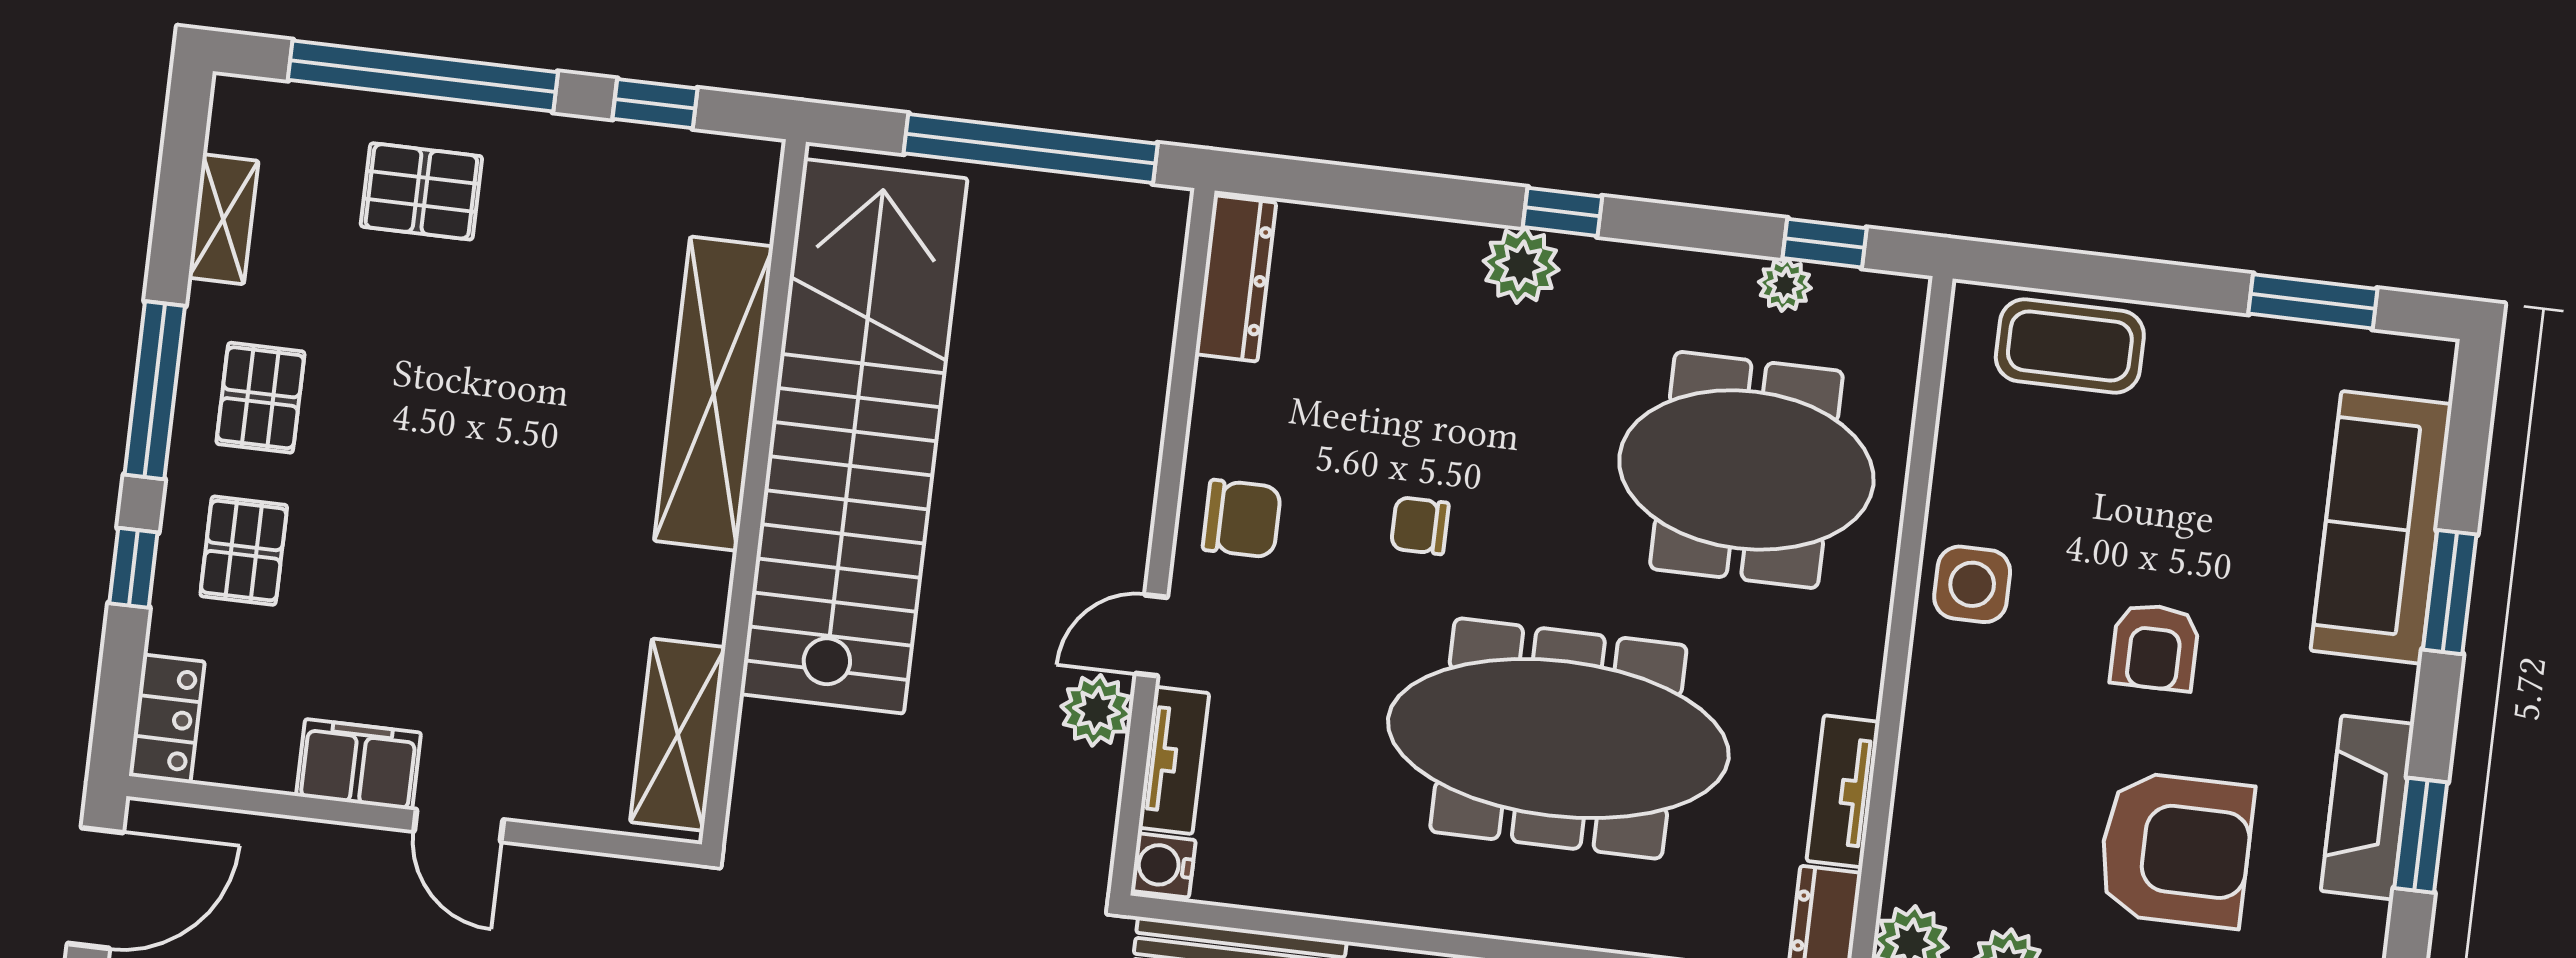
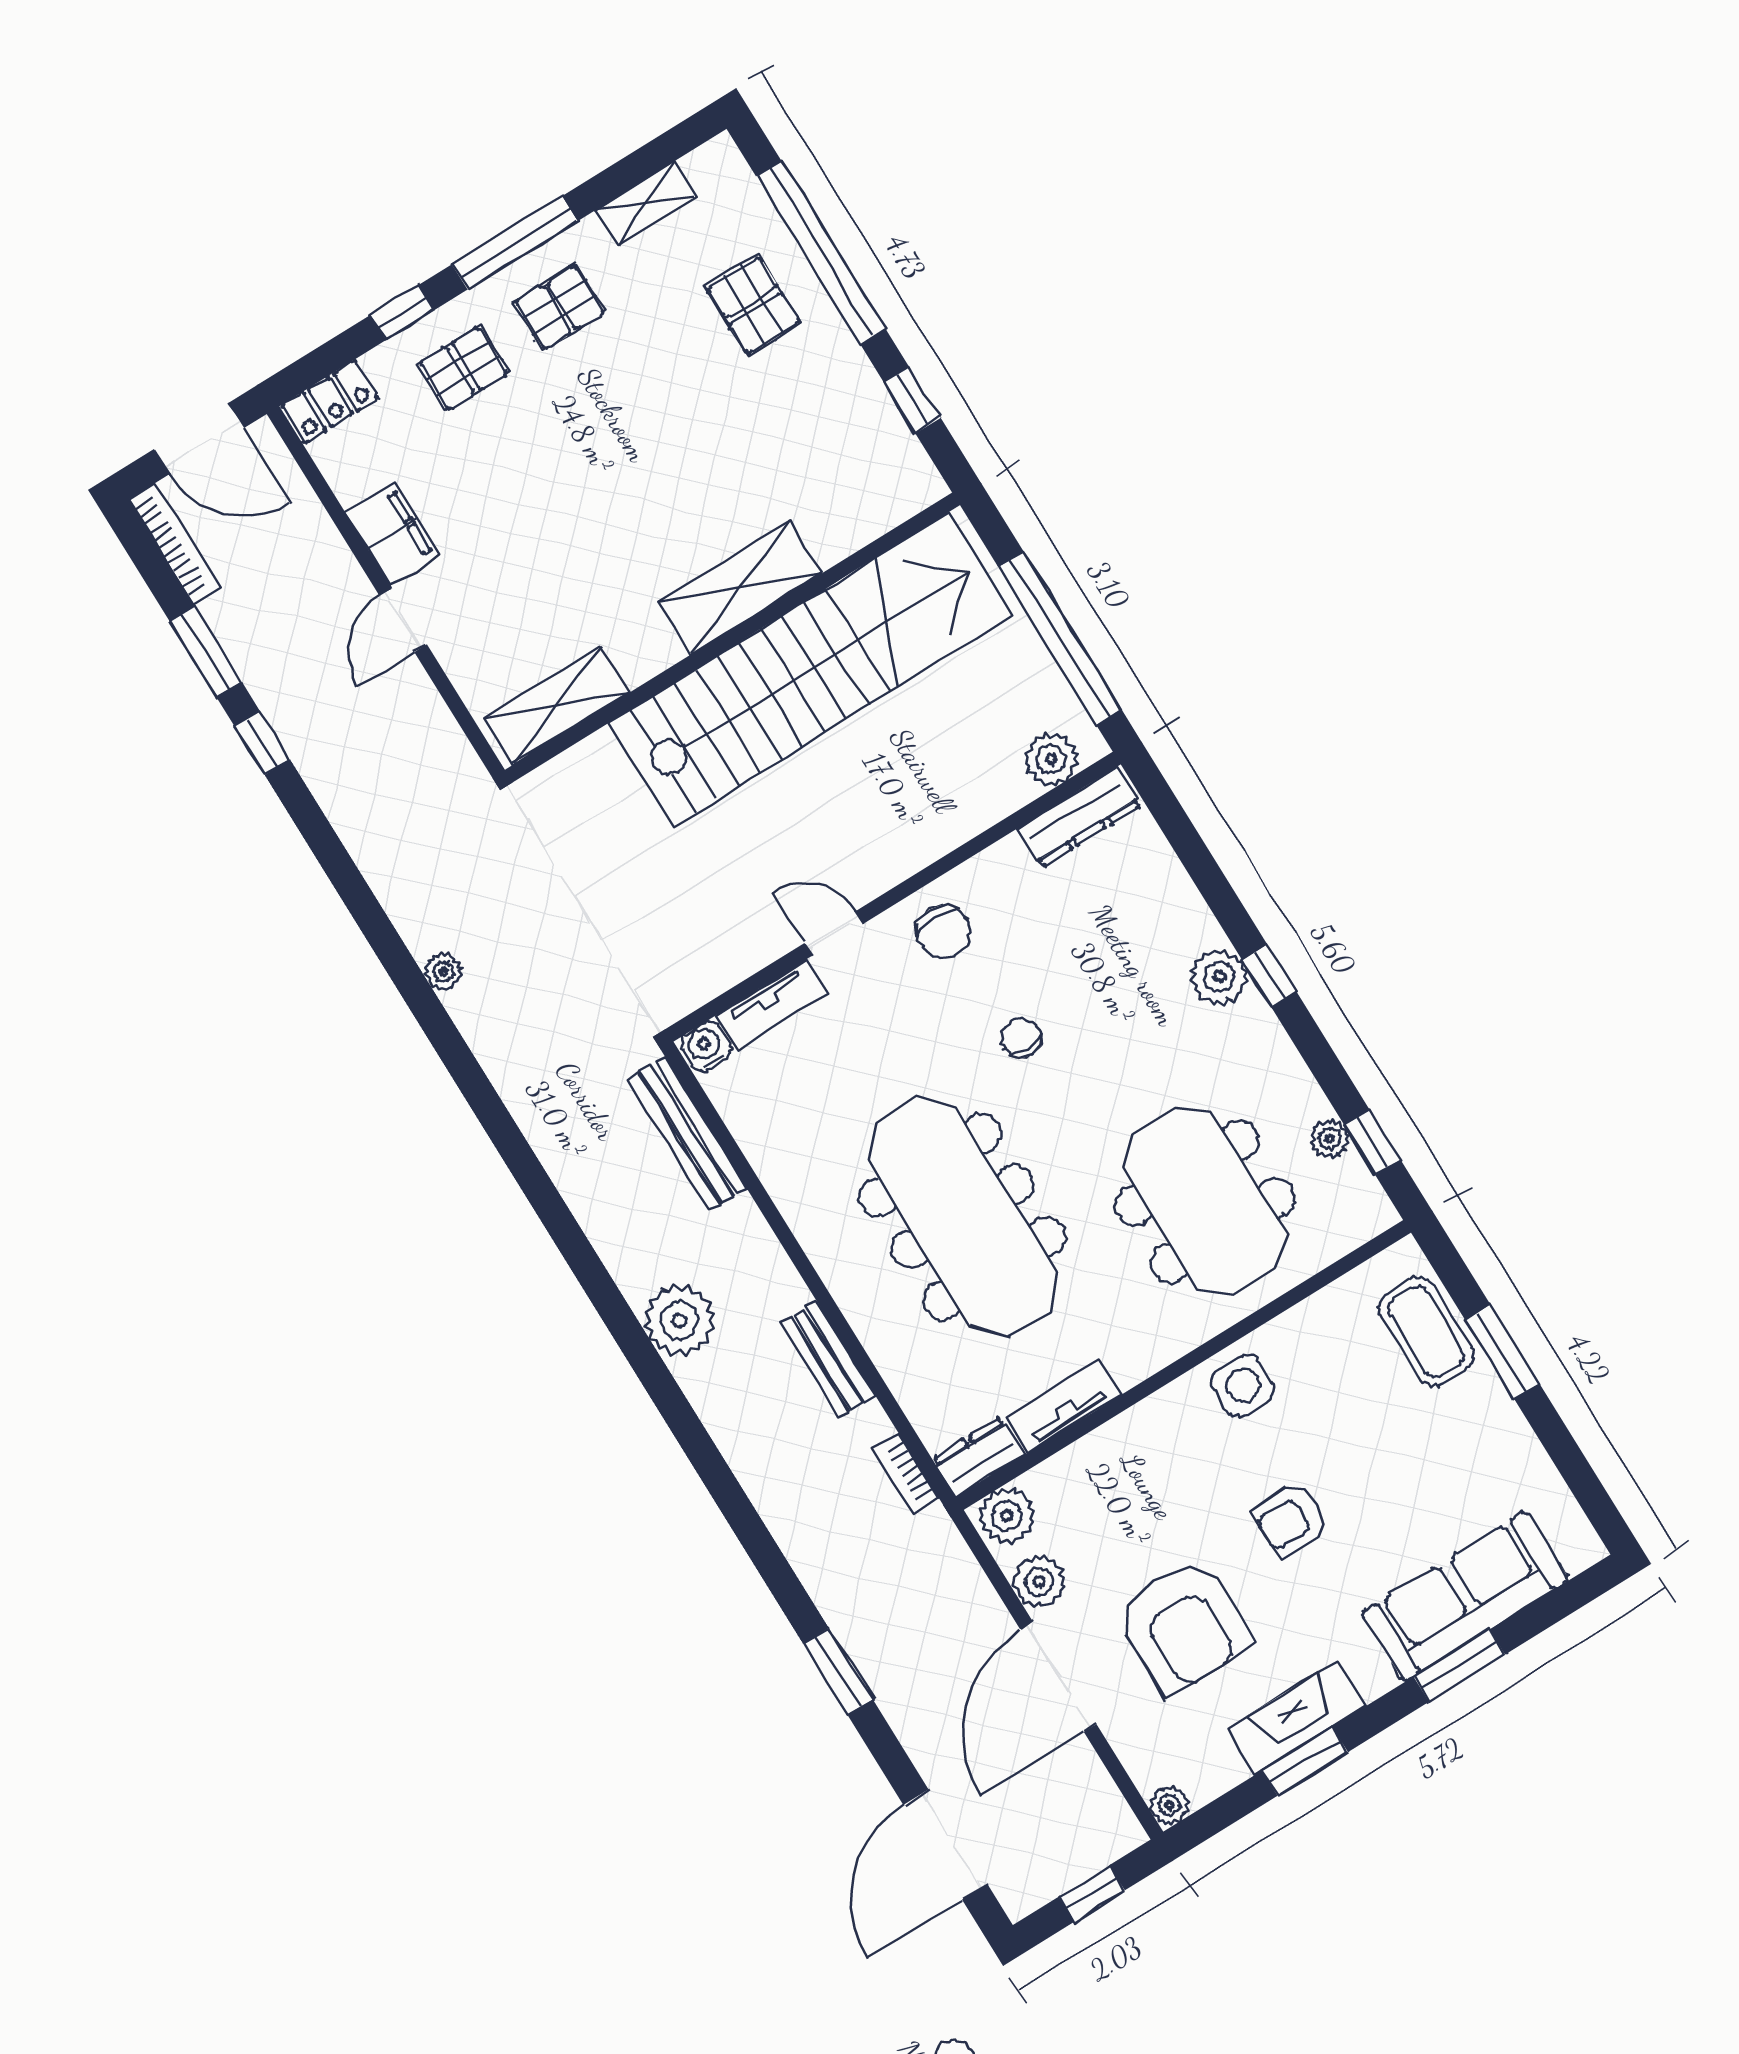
window: (2313, 301) -> (1502, 1352), moved
shelving: (714, 394) -> (741, 587), width x0.68
plant: (1096, 710) -> (1051, 759), moved

